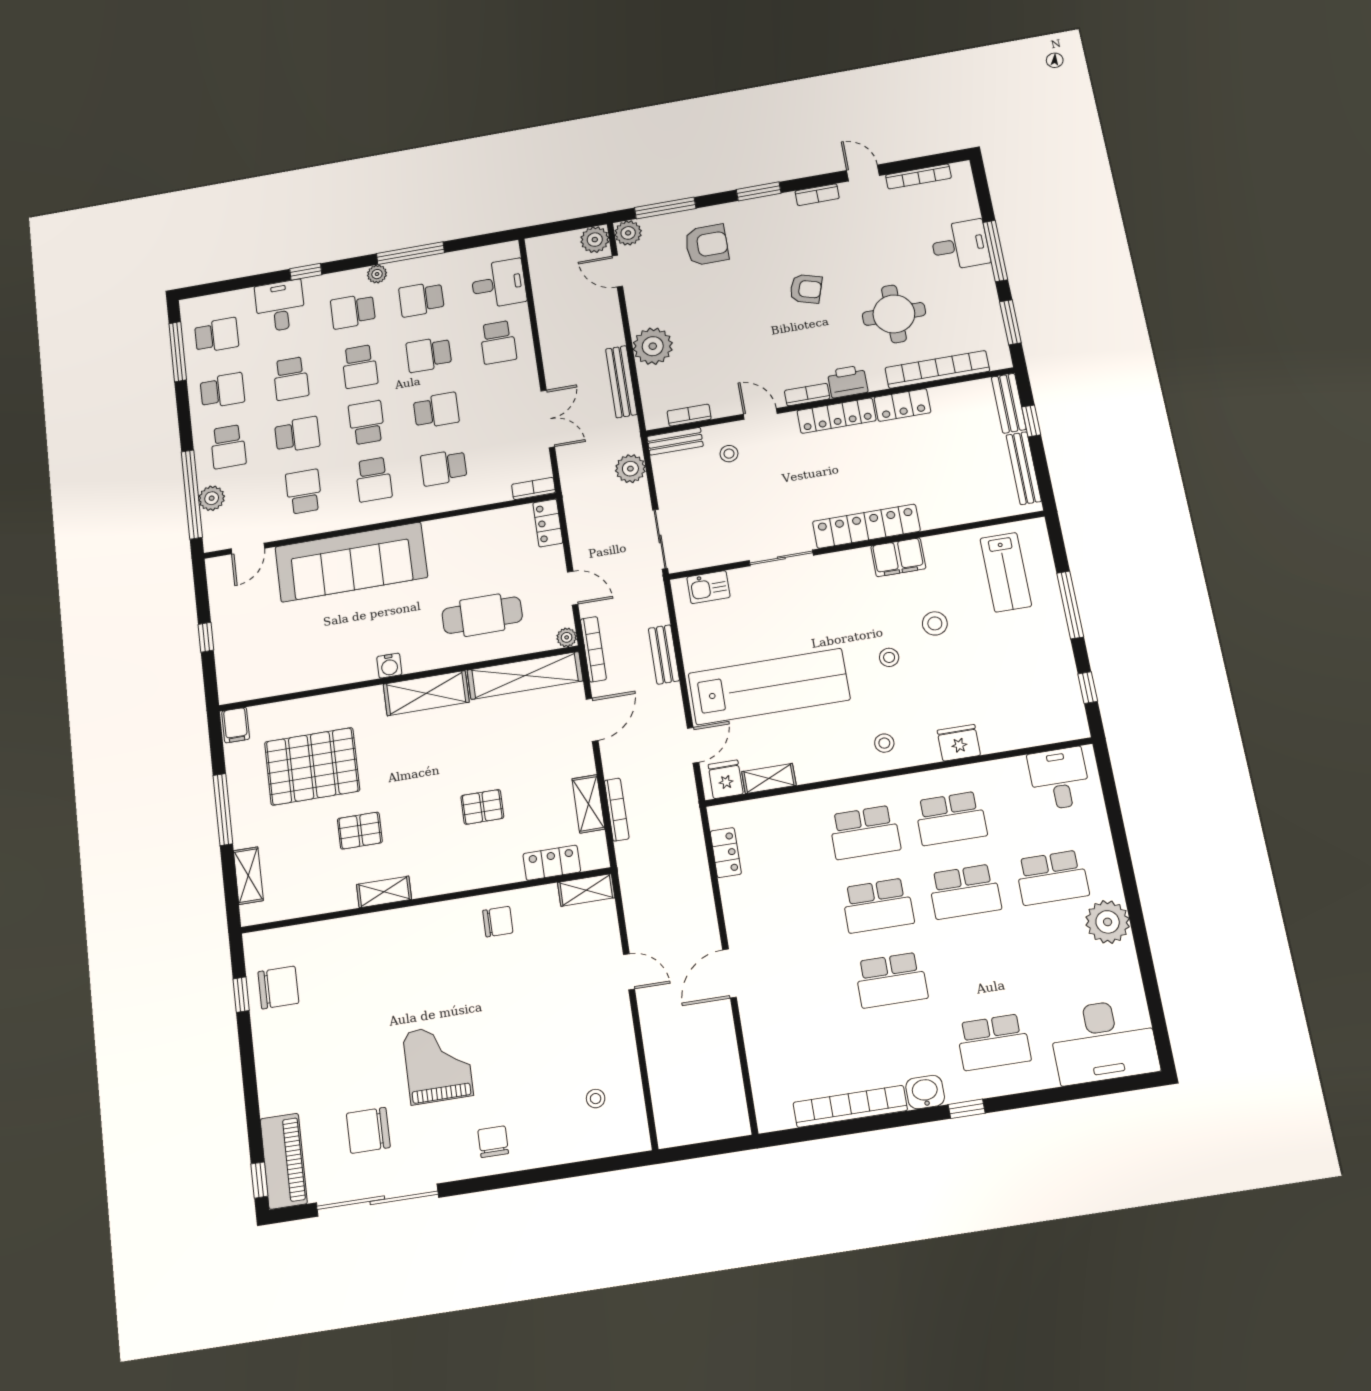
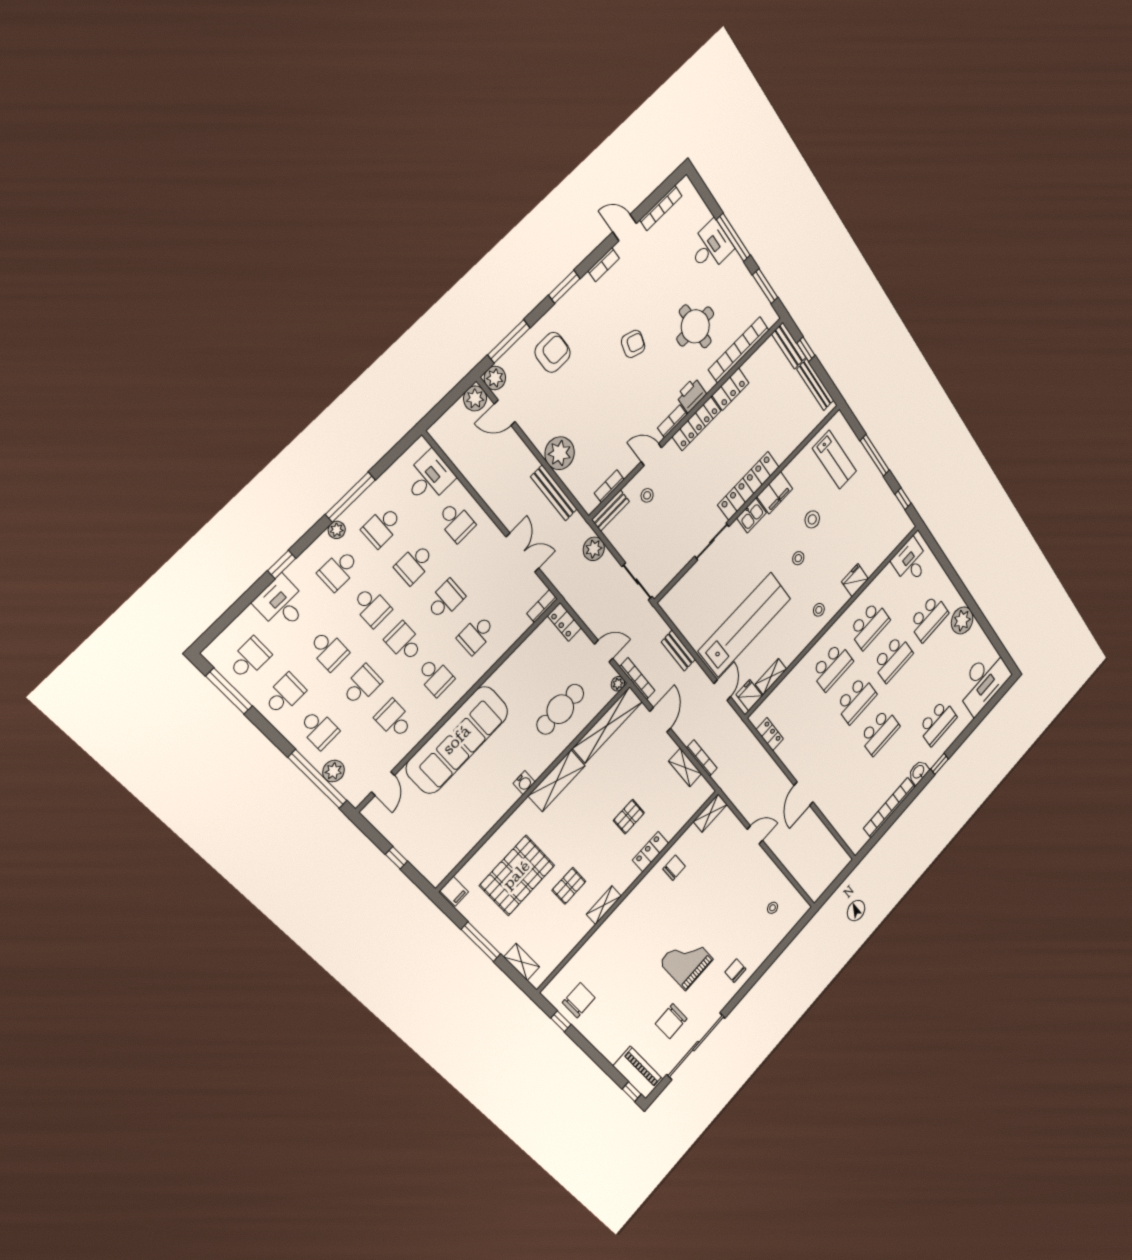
kitchen sink: (708, 587) -> (752, 516), moved
locker: (552, 863) -> (650, 852), moved

